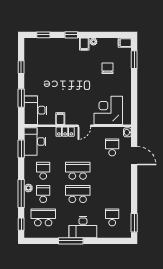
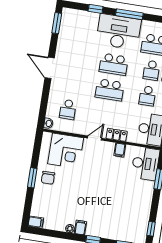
window: (134, 60) -> (32, 178), moved
window: (21, 67) -> (151, 229), moved
chair: (108, 68) -> (48, 178), moved
door: (134, 156) -> (50, 68), moved
school desk: (112, 217) -> (80, 33), removed
desk: (83, 227) -> (119, 32), width x1.36, depth x1.30
window: (102, 241) -> (96, 9), added

